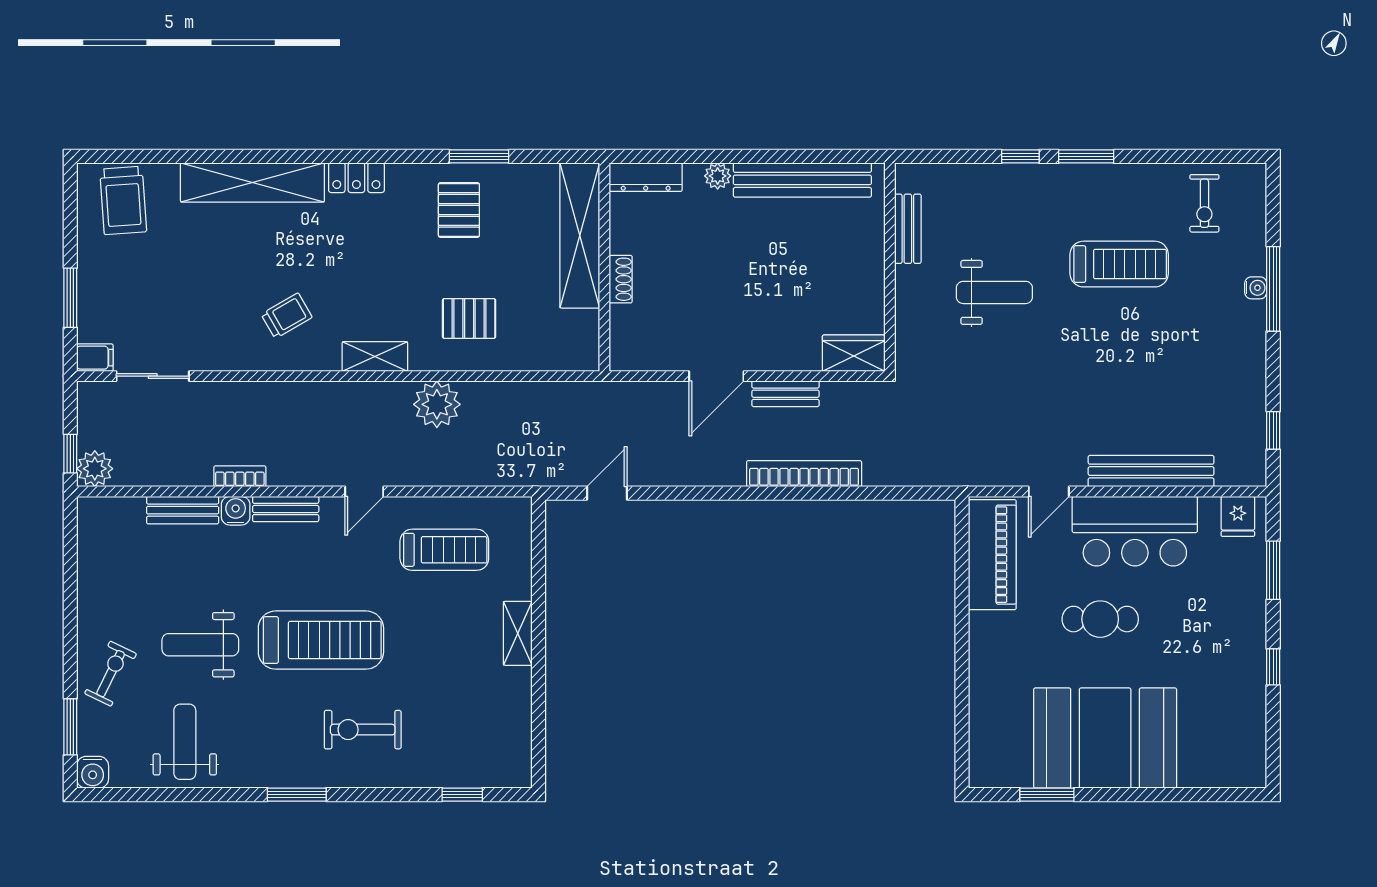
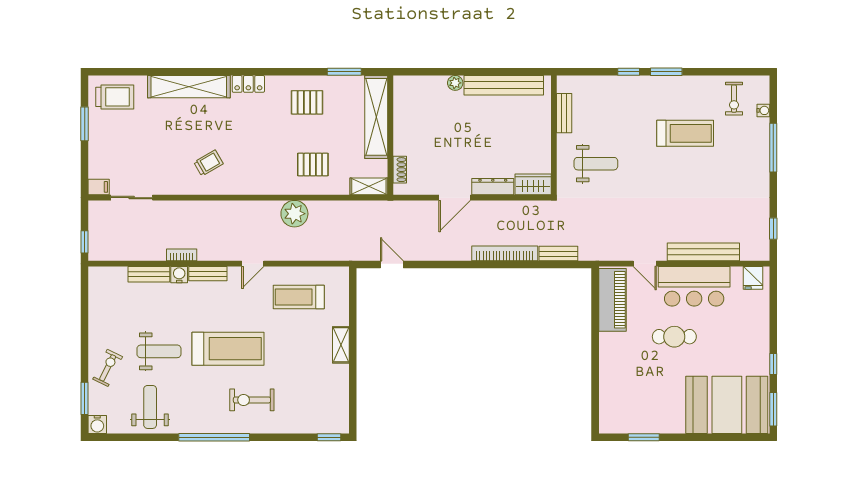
window: (479, 156) -> (344, 72), moved
dresser: (646, 177) -> (493, 187), moved, turned 180
trolley: (123, 200) -> (115, 97), turned -86
pallet: (459, 210) -> (307, 102), turned 90
shoe rack: (621, 279) -> (400, 170), moved
water cooler: (1256, 288) -> (763, 110), moved
weight bench: (994, 292) -> (596, 164), moved
window: (70, 298) -> (85, 124), moved
shelving: (375, 356) -> (369, 186), moved
bench: (786, 394) -> (558, 254), moved
plant: (95, 469) -> (99, 251), removed
door: (1049, 492) -> (645, 264), hinge flipped
door: (607, 493) -> (392, 265), hinge flipped
treadmill: (444, 550) -> (299, 297), turned 180
window: (1273, 570) -> (773, 409), moved
weight bench: (200, 645) -> (159, 351), turned 180
booth: (1105, 738) -> (727, 405), moved
window: (297, 795) -> (214, 437), width x2.11
window: (462, 795) -> (329, 437), moved

